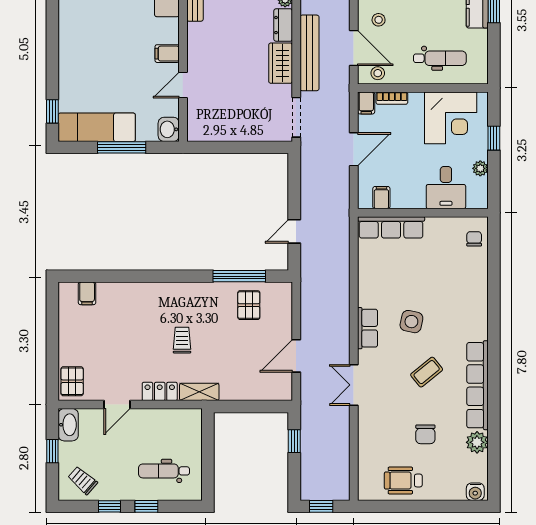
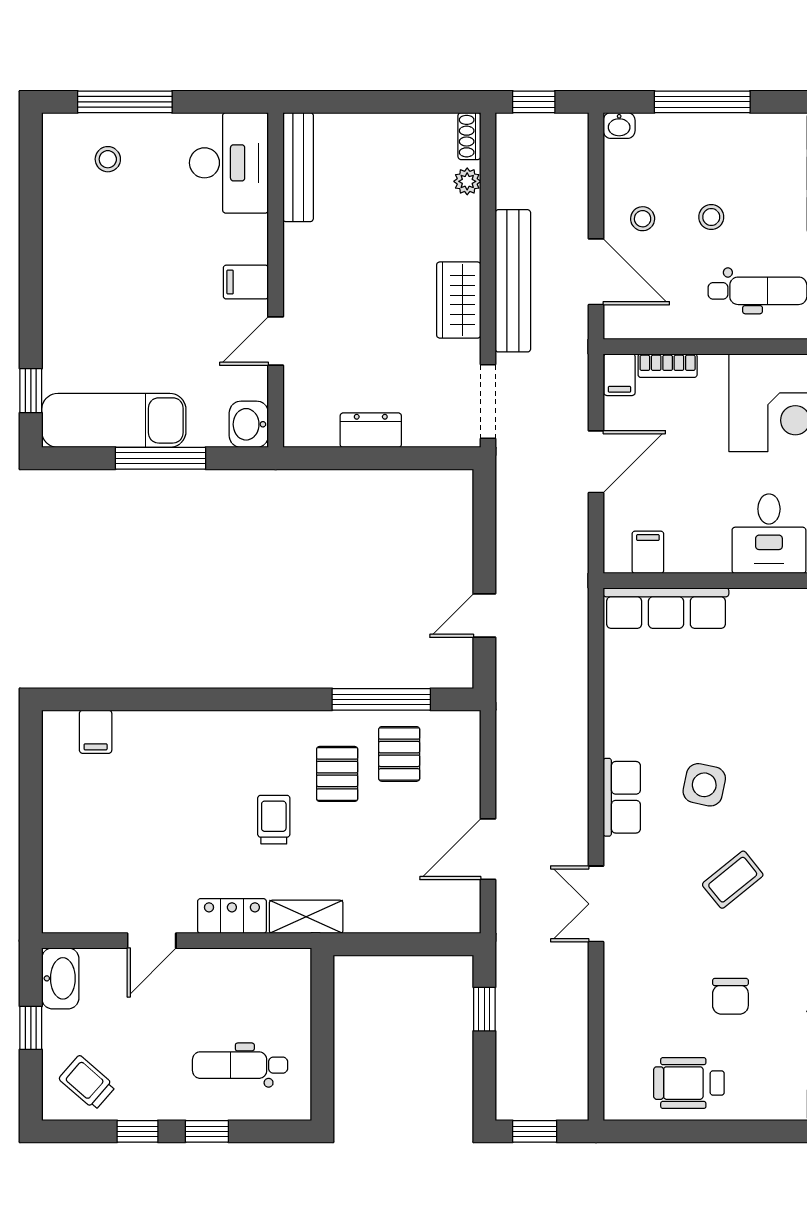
dresser: (283, 25) -> (371, 430), moved, turned 90
stool: (378, 73) -> (711, 217), moved
pallet: (72, 381) -> (337, 774), moved

